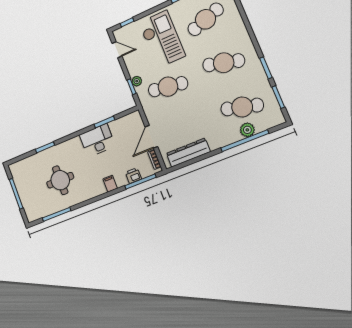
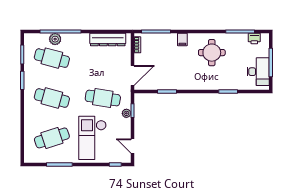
door: (151, 137) -> (133, 75), moved
desk: (97, 140) -> (258, 72), moved, turned -90
printer: (133, 176) -> (254, 39), moved
round table: (60, 180) -> (212, 53), moved

